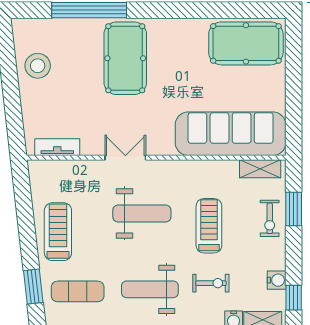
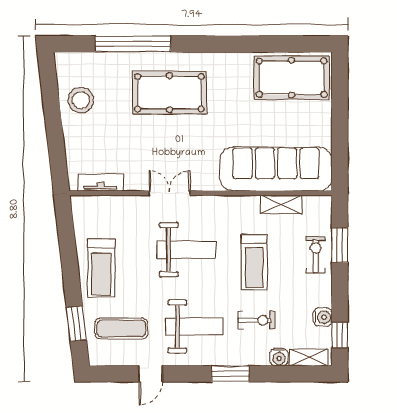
pool table: (125, 58) -> (169, 93), turned 90
shelving: (260, 169) -> (281, 204), moved
exercise bike: (270, 218) -> (316, 255), turned 180
treadmill: (209, 226) -> (254, 262), turned 180
treadmill: (58, 232) -> (101, 268), turned 180
weight bench: (150, 289) -> (194, 326), turned 180

